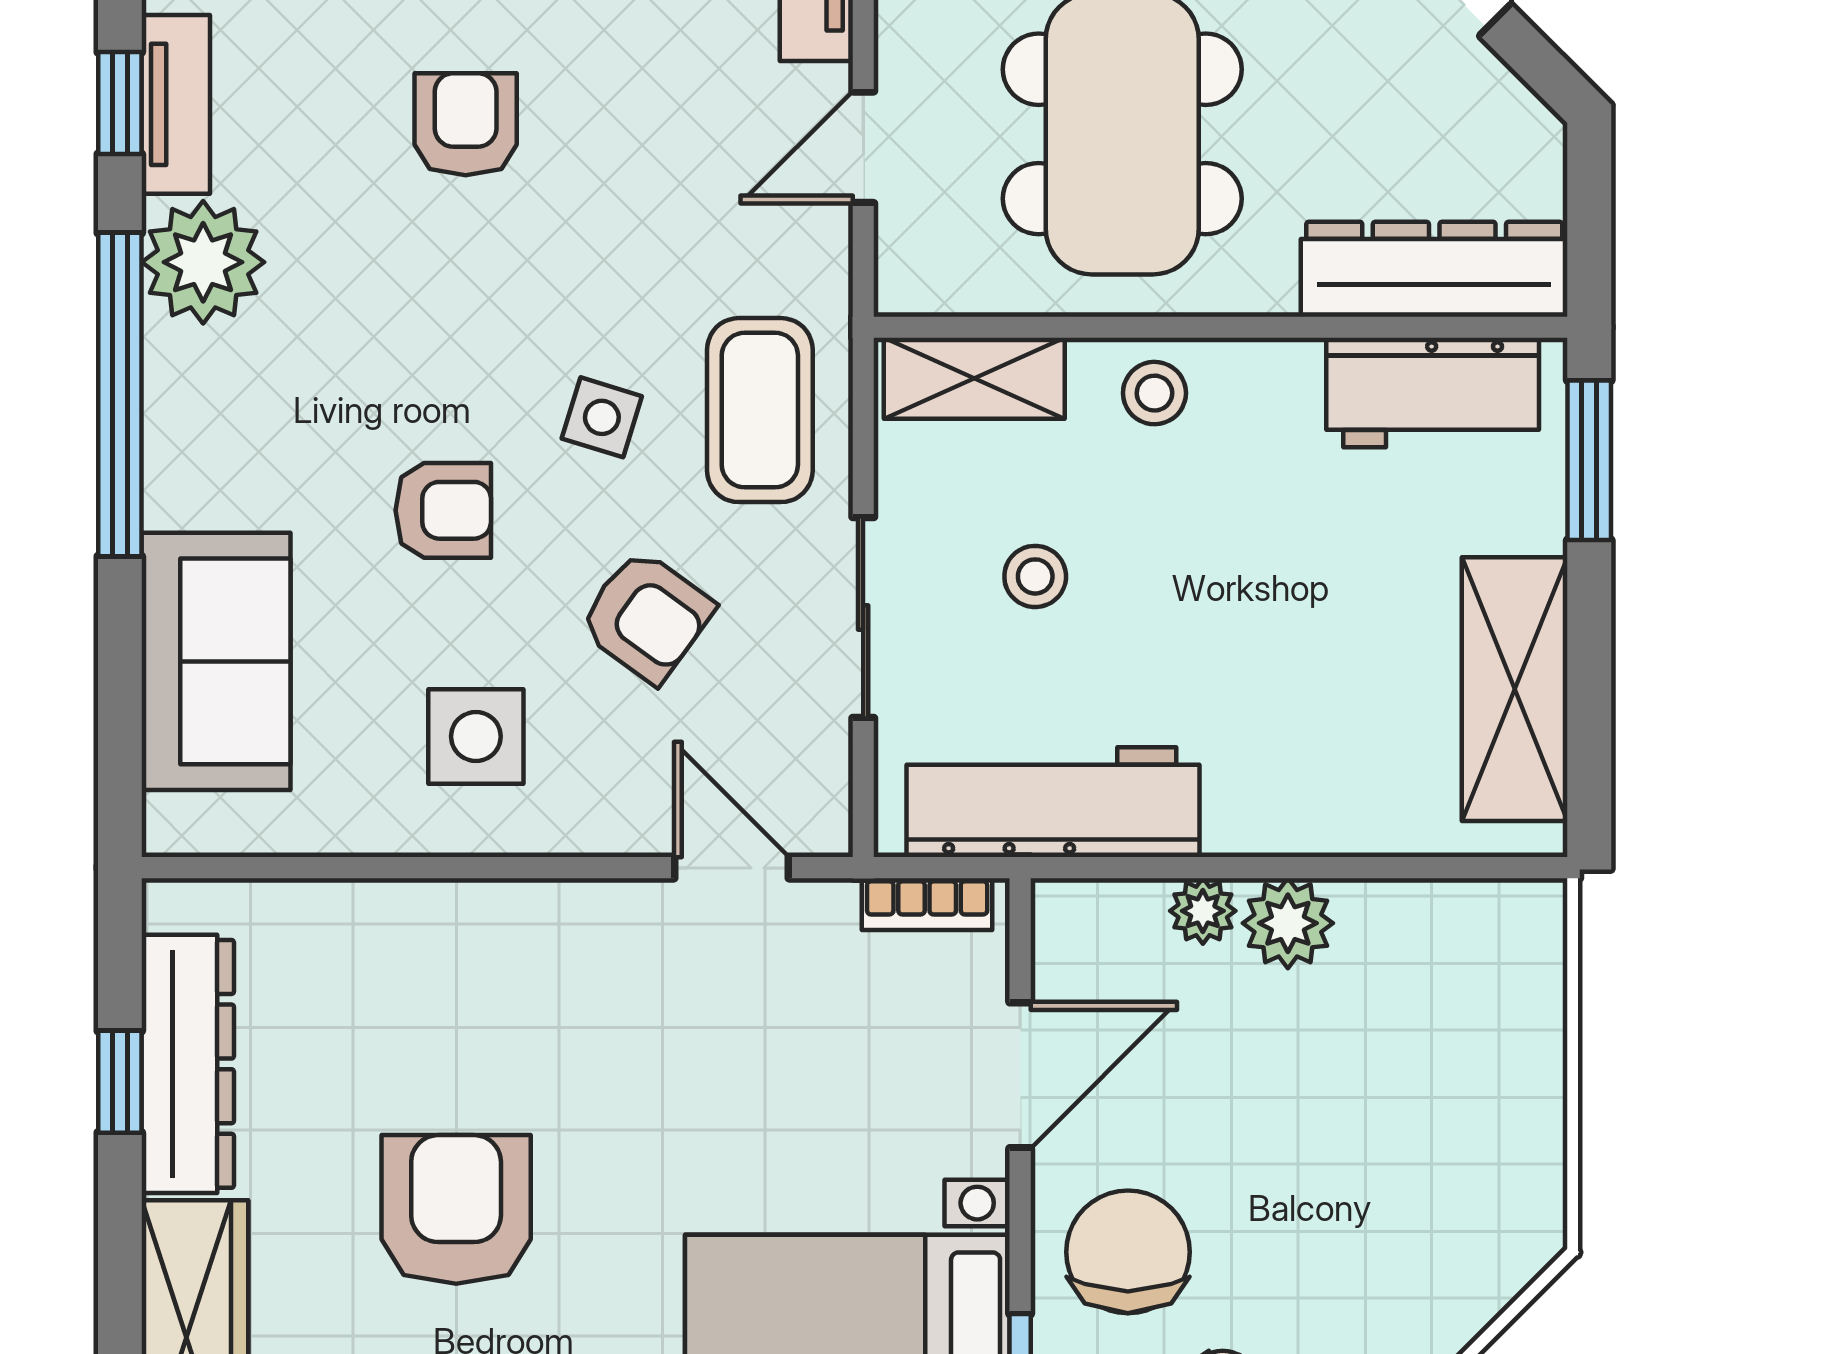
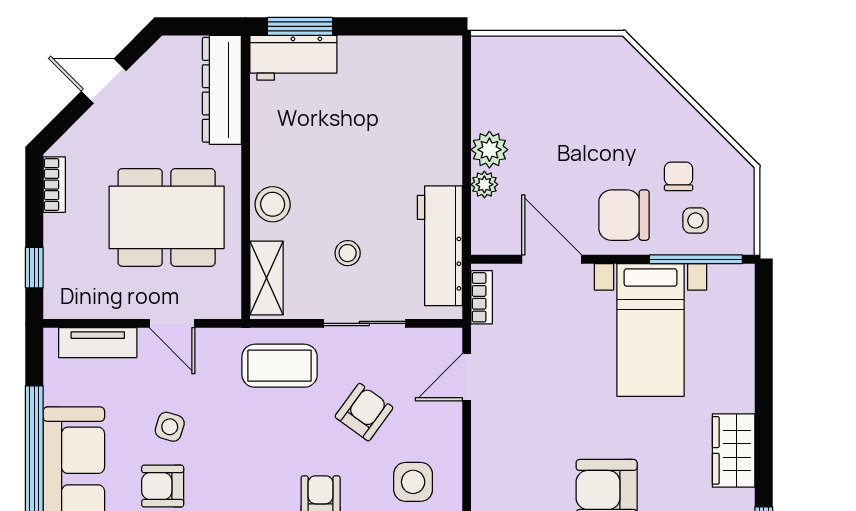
stool: (1154, 393) -> (273, 204), width x1.37, depth x1.37
workbench: (1433, 393) -> (293, 58), moved, turned 90
side table: (602, 417) -> (170, 427), moved
shelving: (1515, 689) -> (394, 57), removed

